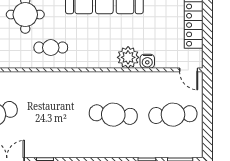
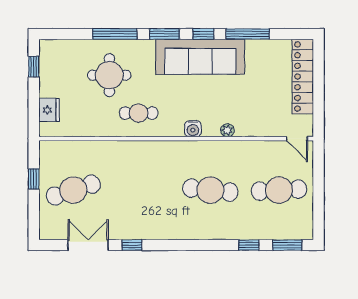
plant: (128, 57) -> (227, 130), width x0.53, depth x0.53
water cooler: (147, 61) -> (193, 129), moved

